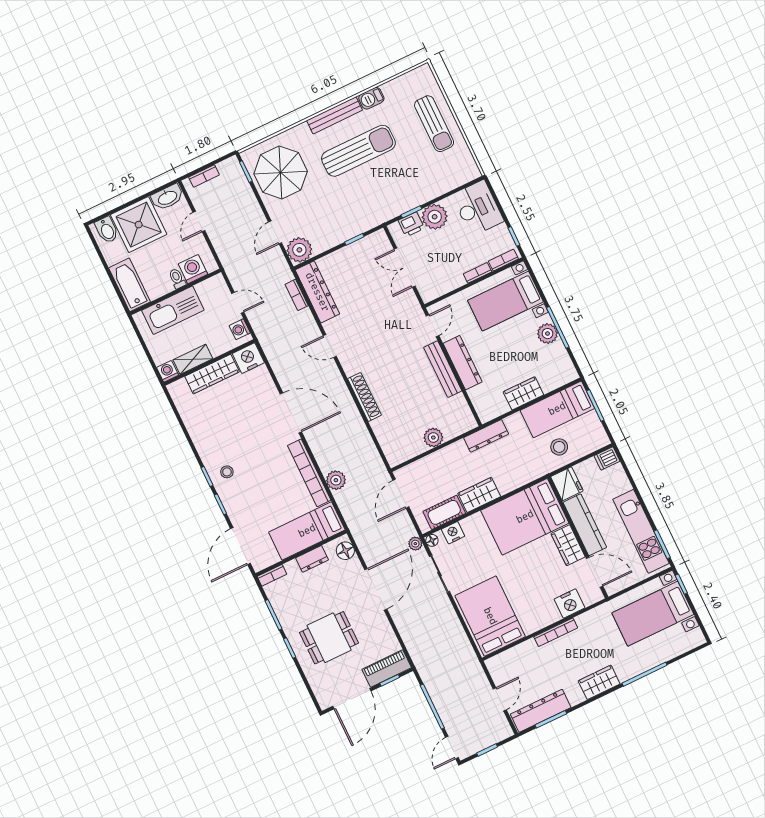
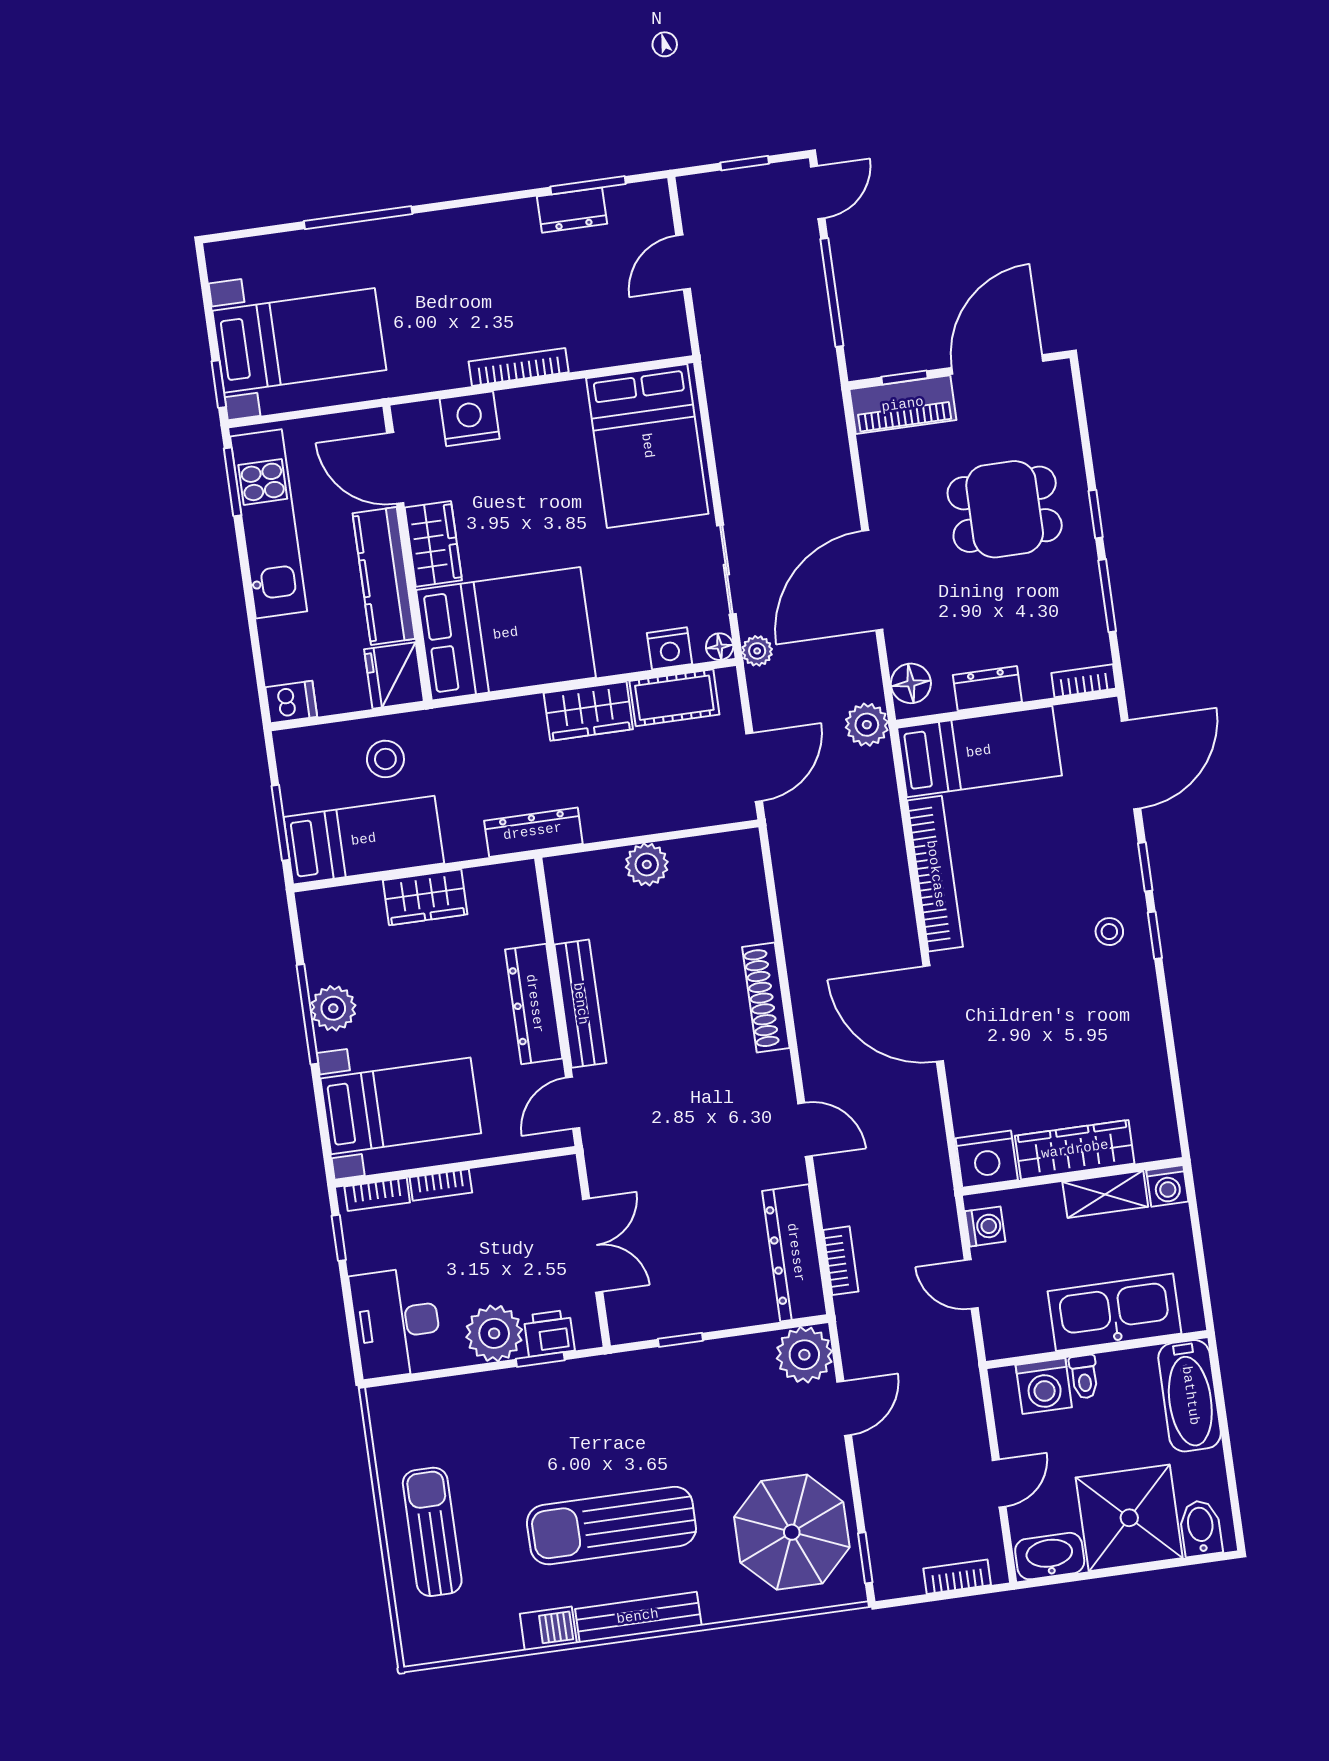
plant: (336, 480) -> (867, 725), moved
wardrobe: (599, 682) -> (460, 231), removed
dresser: (541, 711) -> (572, 210), width x0.51, depth x0.80

